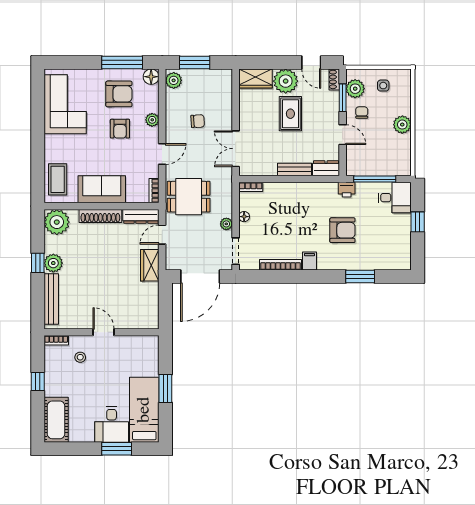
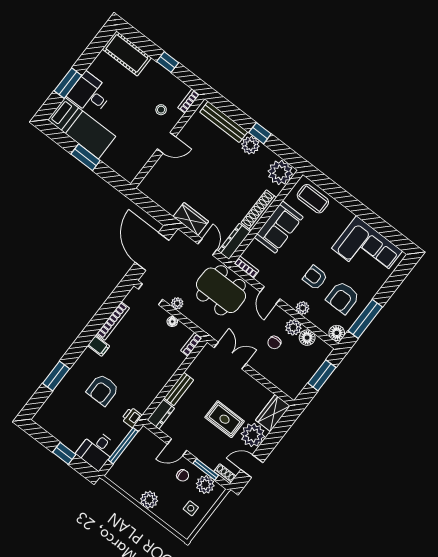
plant: (174, 80) -> (293, 327), moved
floor lamp: (173, 98) -> (307, 338), added
dining table: (189, 197) -> (221, 290), width x1.38

